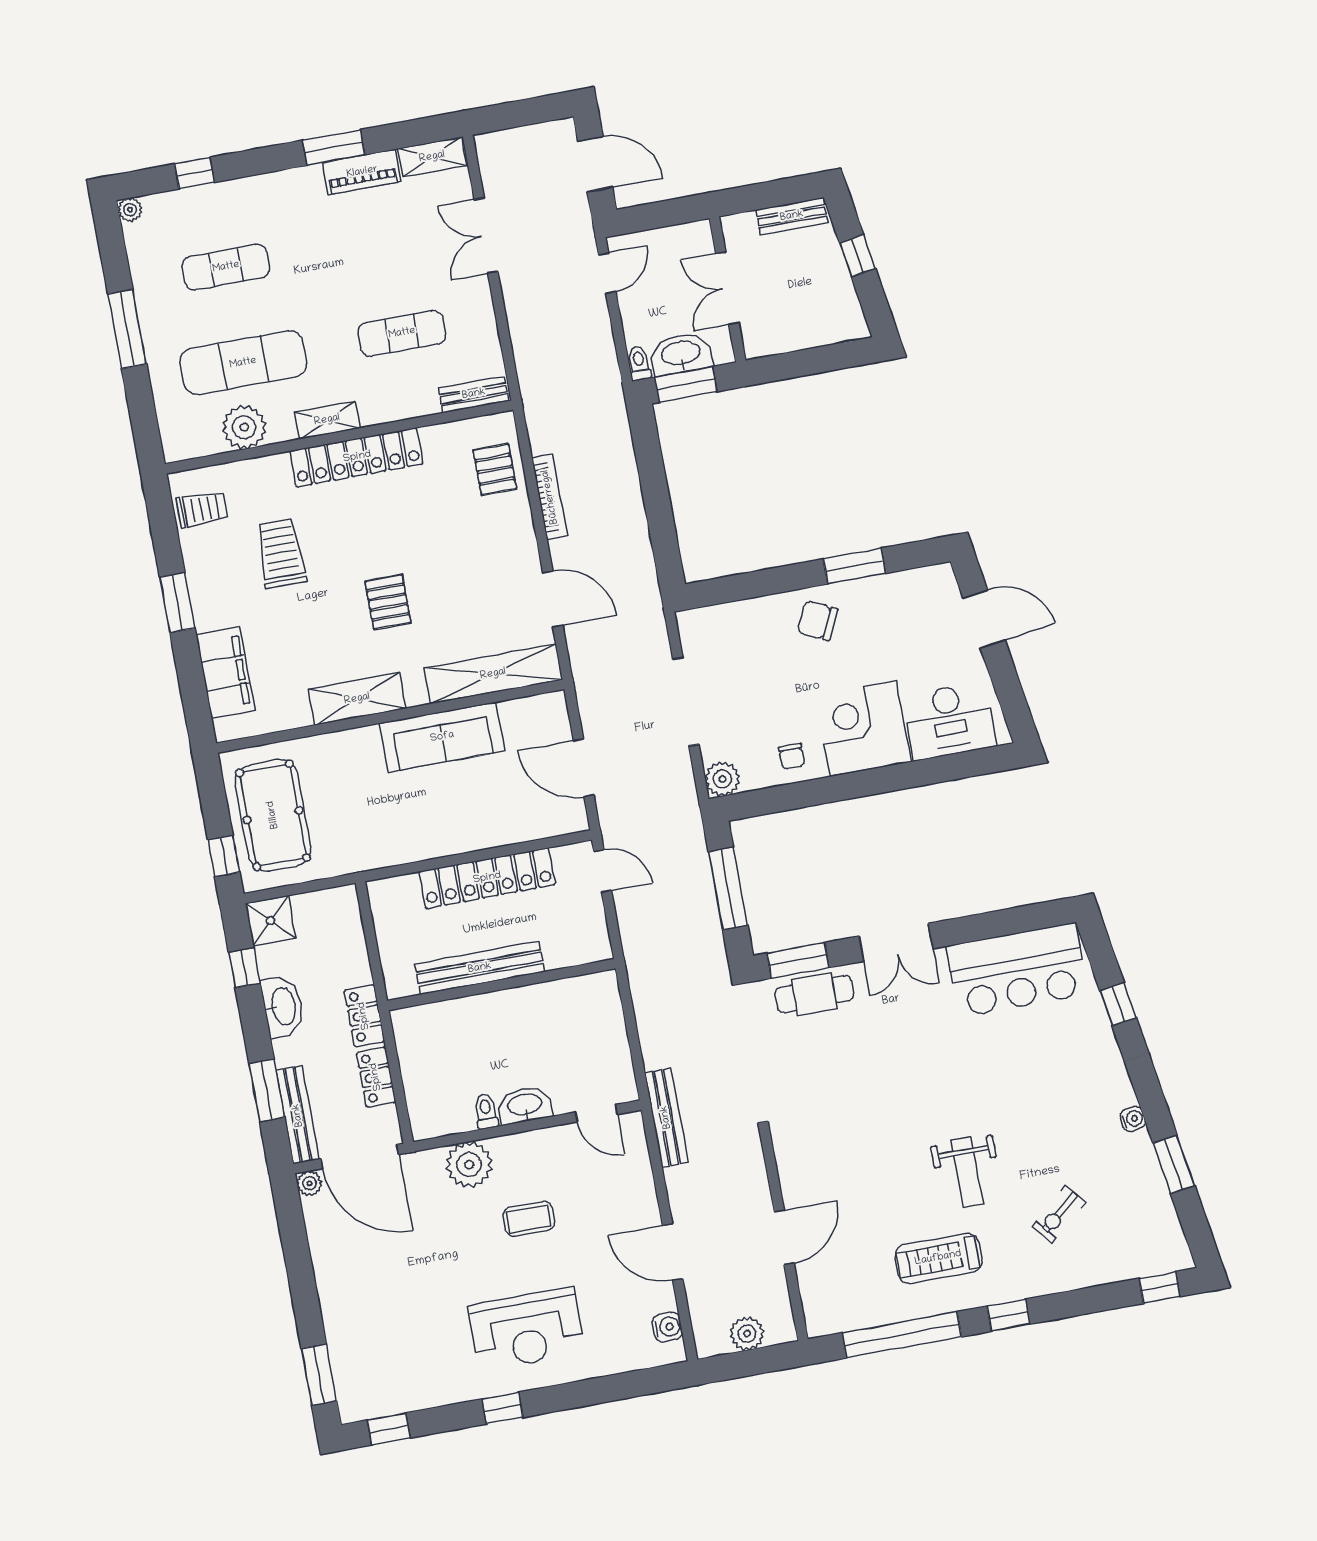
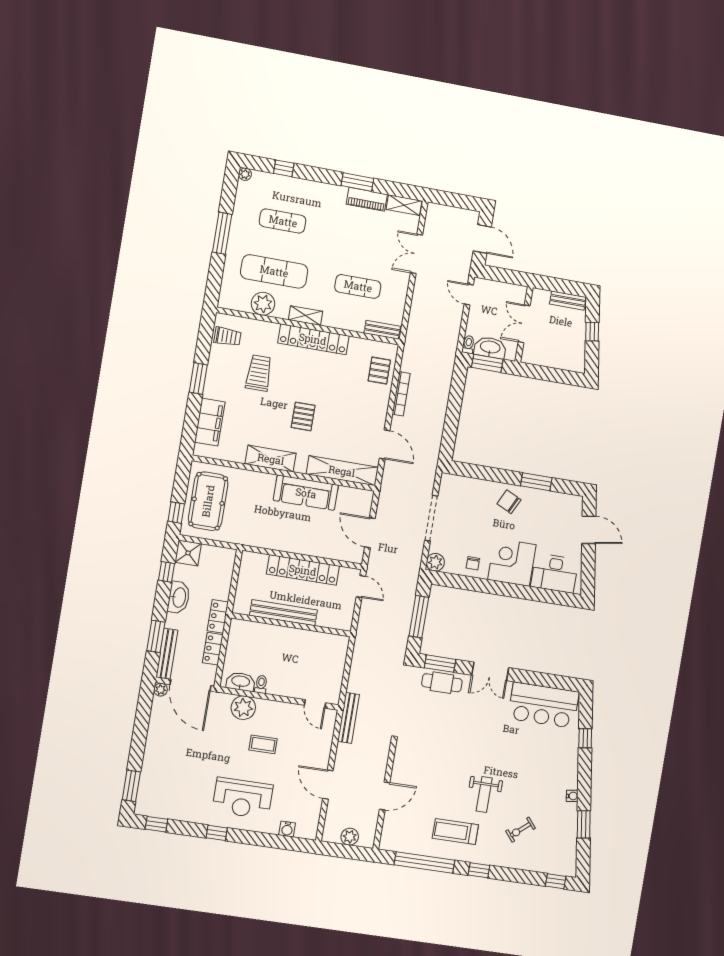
door: (607, 273) -> (469, 294), swing flipped
washbasin: (525, 1105) -> (241, 682), moved
water cooler: (667, 1327) -> (287, 829), moved, turned 90

